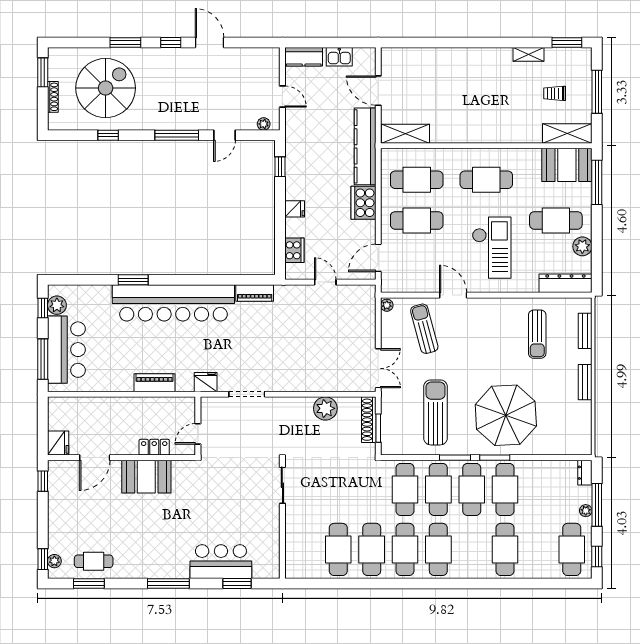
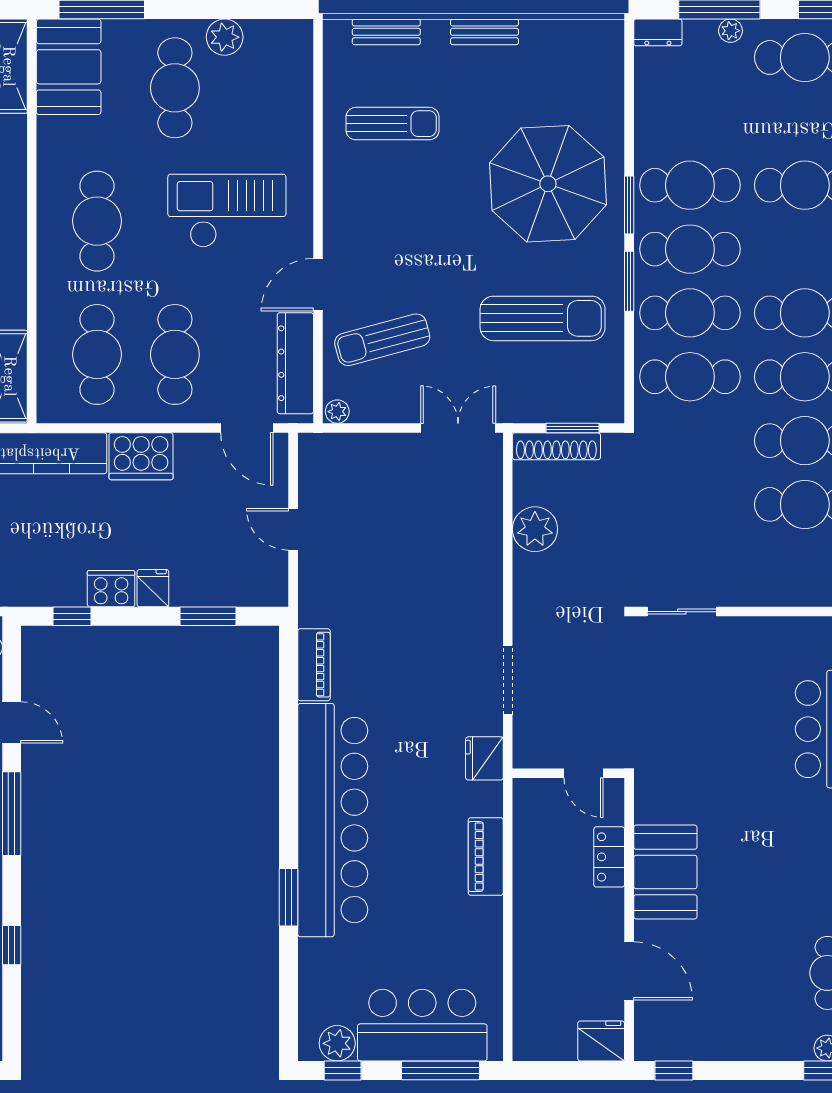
window: (280, 238) -> (208, 616), added
cooker: (294, 250) -> (111, 589), moved
door: (325, 282) -> (293, 529), hinge flipped
dresser: (565, 283) -> (295, 363), moved
sun lounger: (435, 412) -> (543, 318), turned 180

